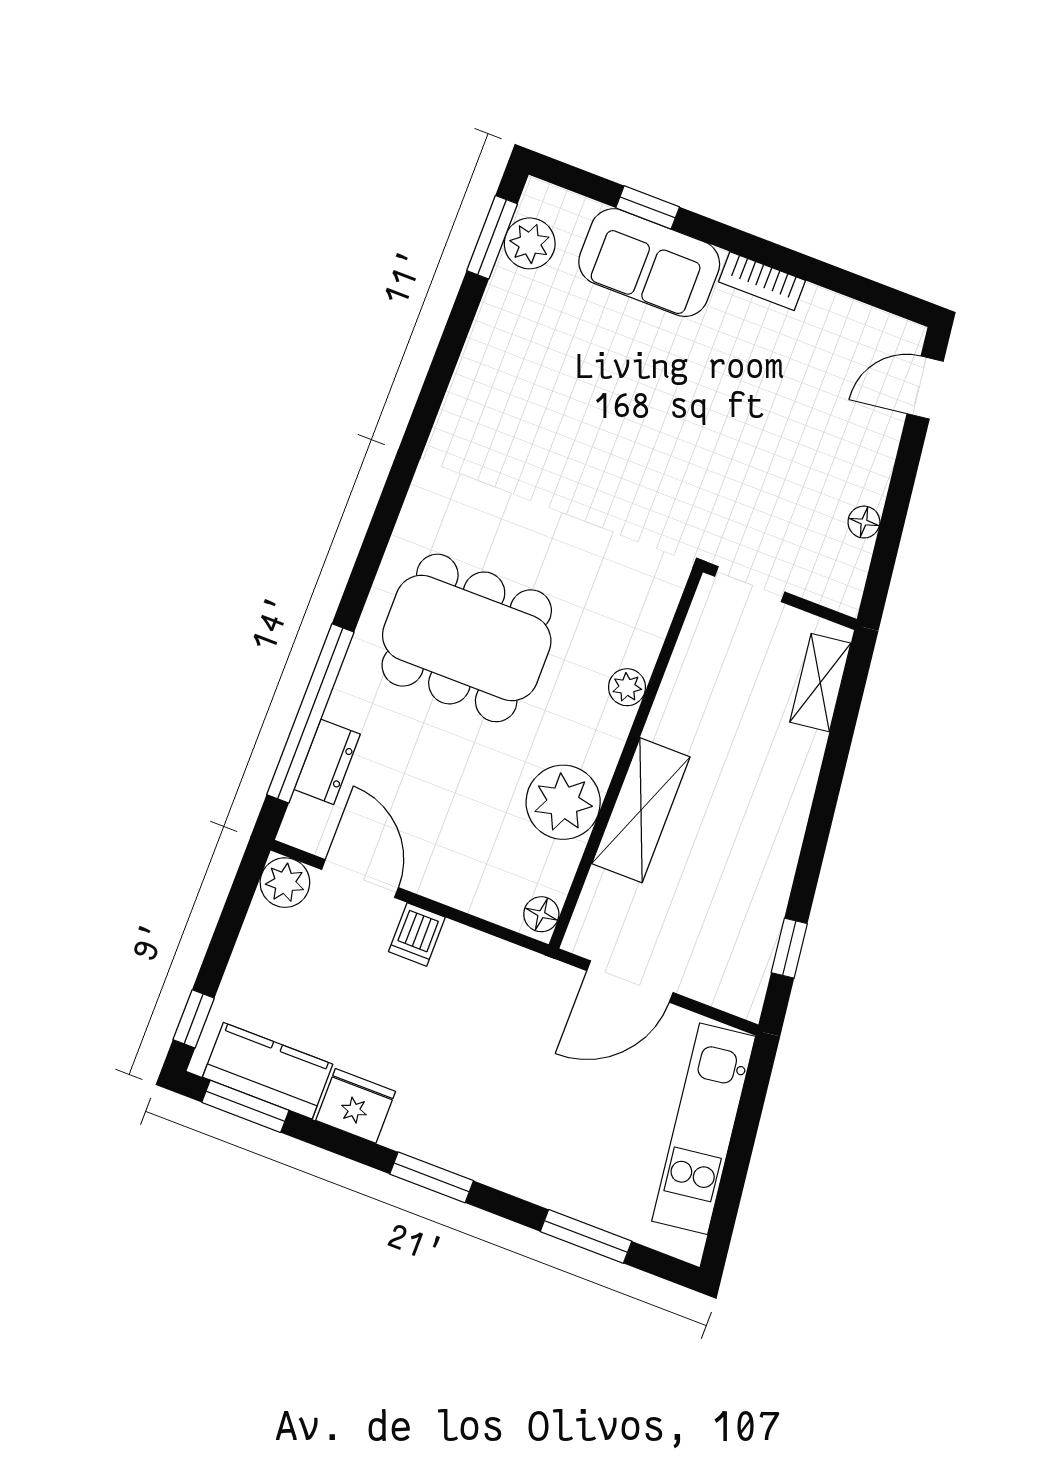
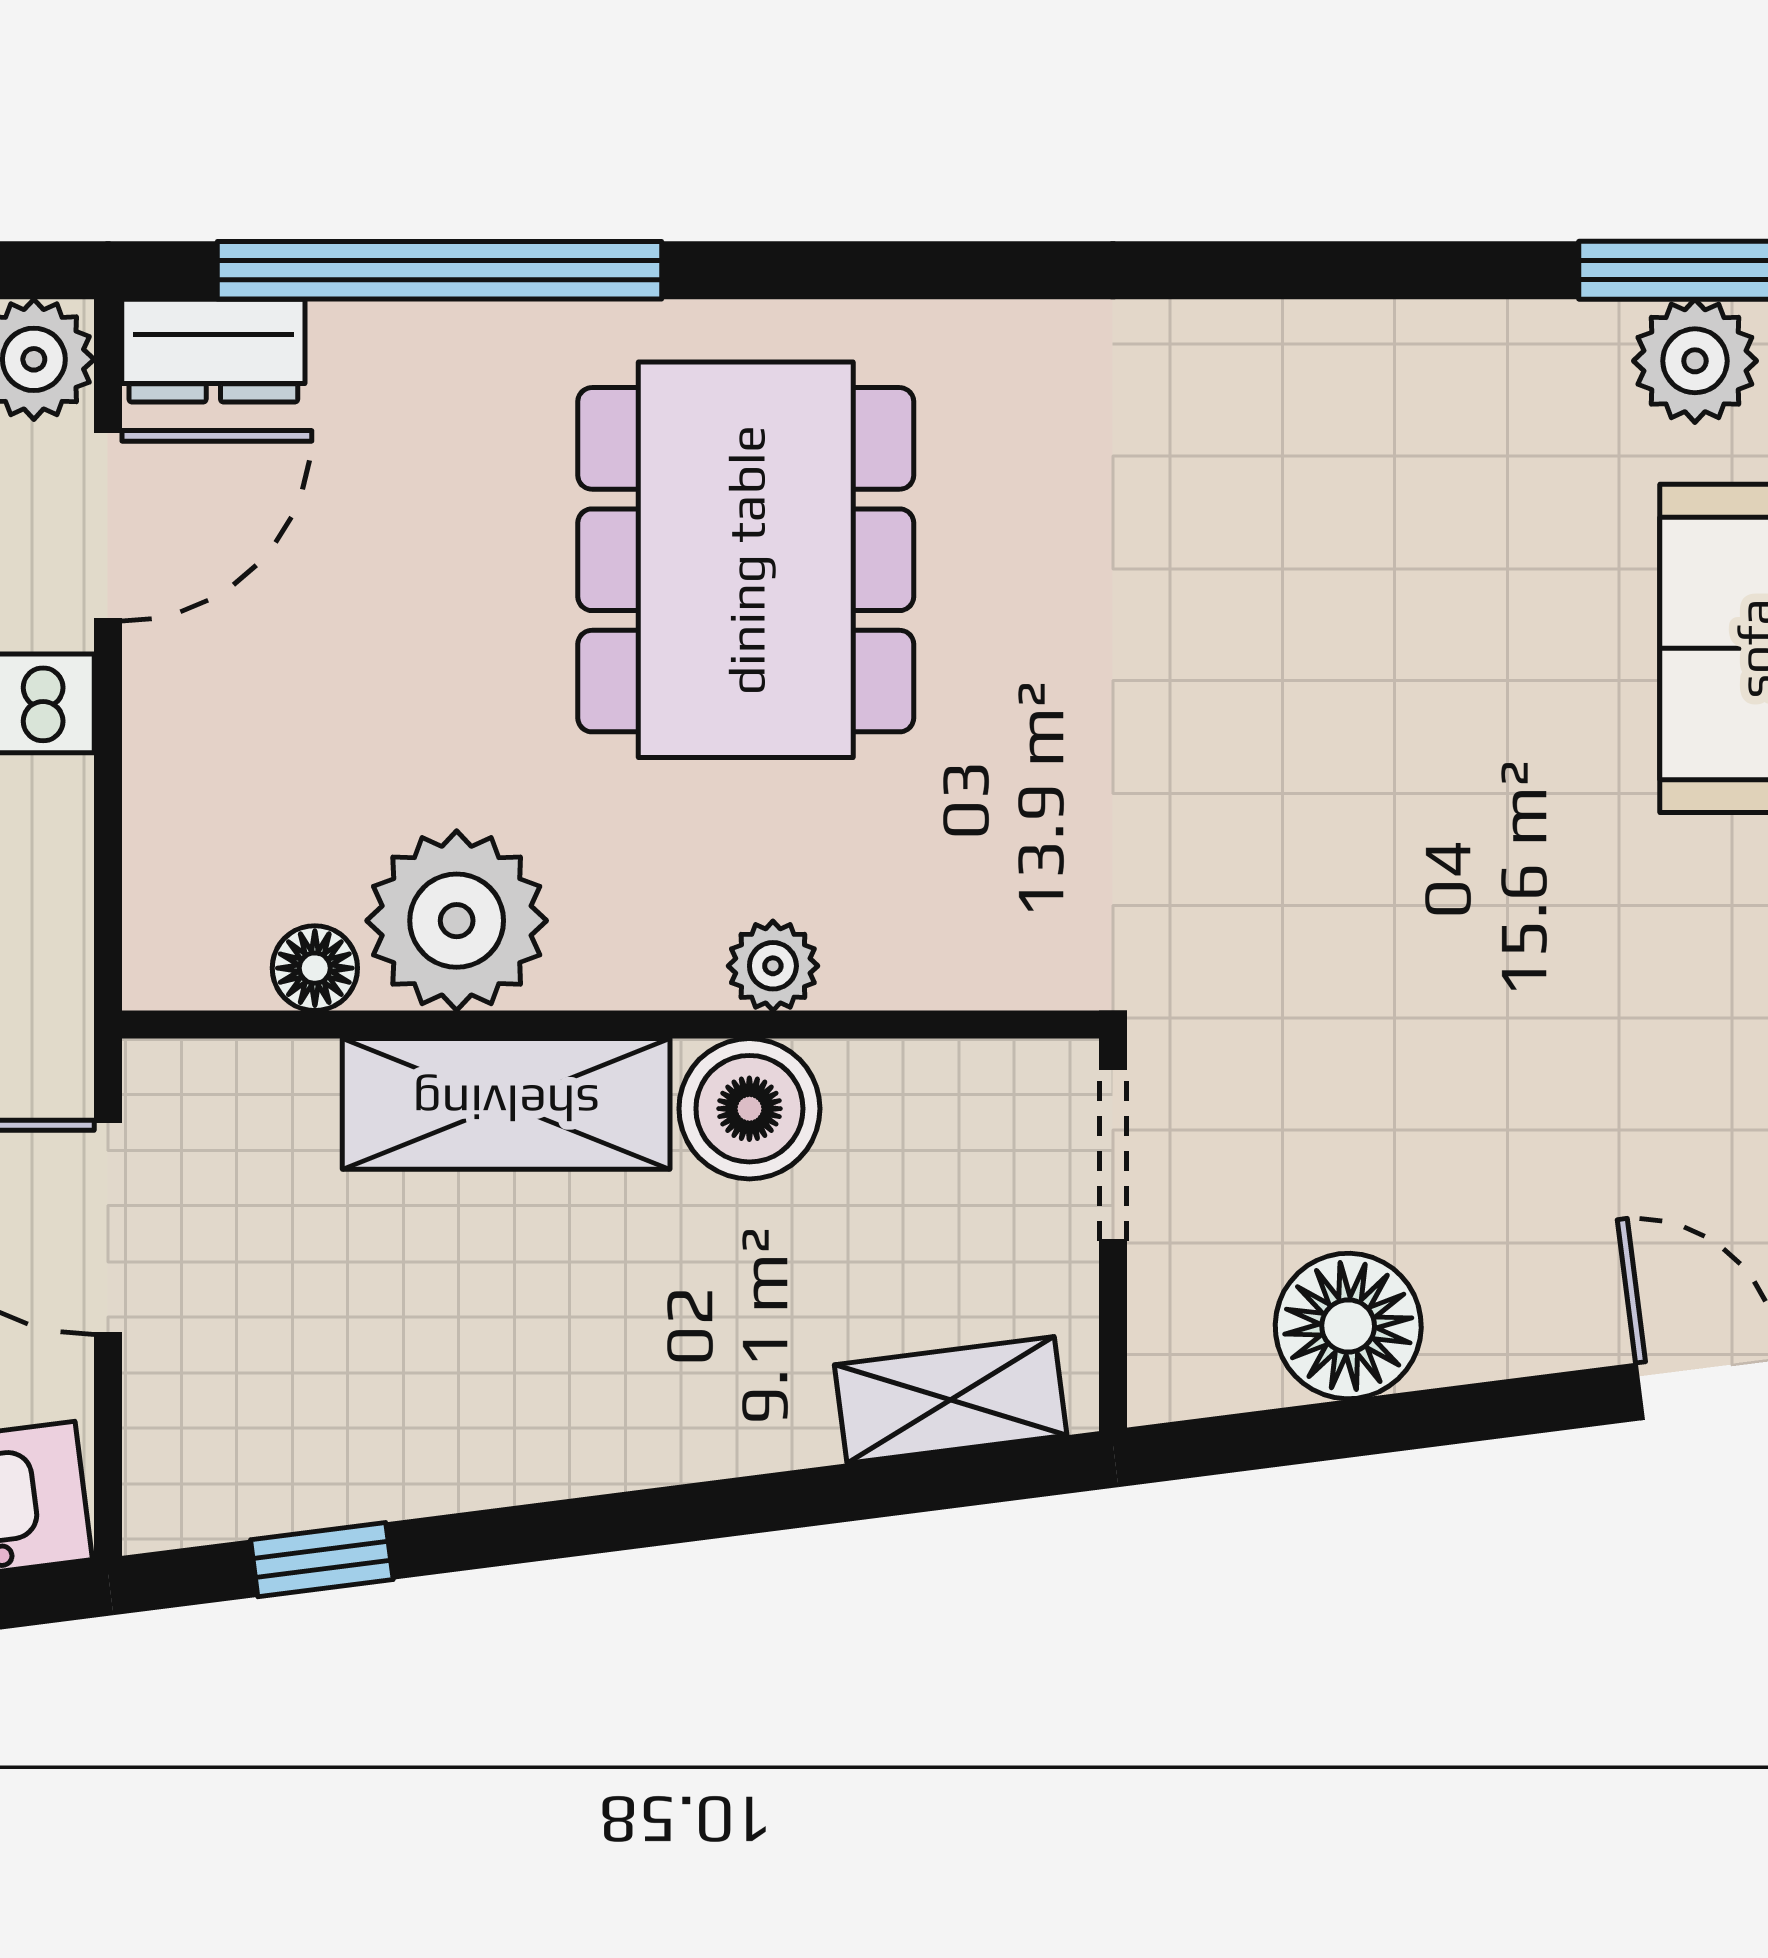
floor lamp: (864, 522) -> (1348, 1326), width x1.89, depth x1.89
boiler: (679, 717) -> (749, 1109), added
dresser: (327, 762) -> (213, 351), moved
floor lamp: (541, 914) -> (315, 968), moved

